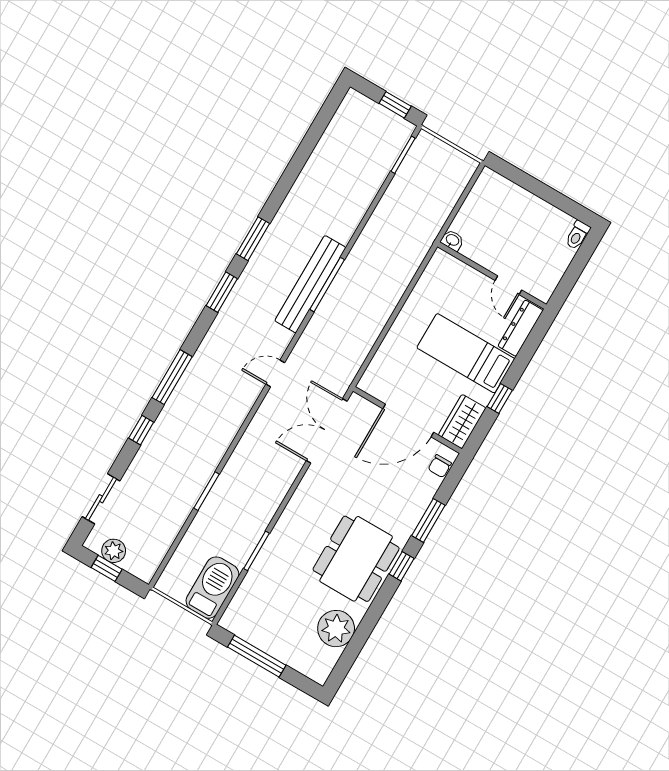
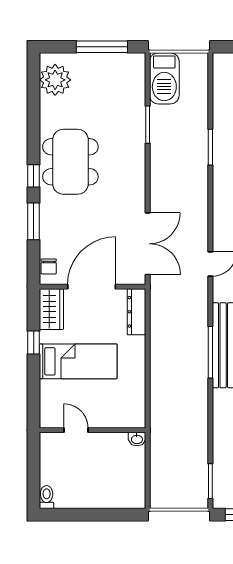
dresser: (520, 328) -> (137, 312), moved, turned 180
chair: (440, 466) -> (49, 266), turned 180
plant: (336, 629) -> (55, 80), moved

